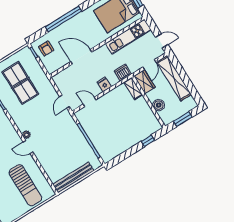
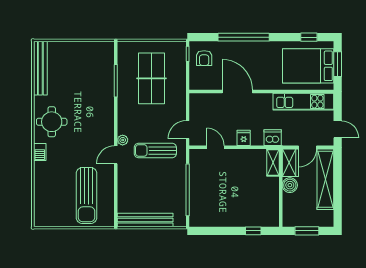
boiler: (159, 105) -> (290, 185), moved
sun lounger: (52, 128) -> (155, 150), added
door: (28, 147) -> (116, 155), hinge flipped

